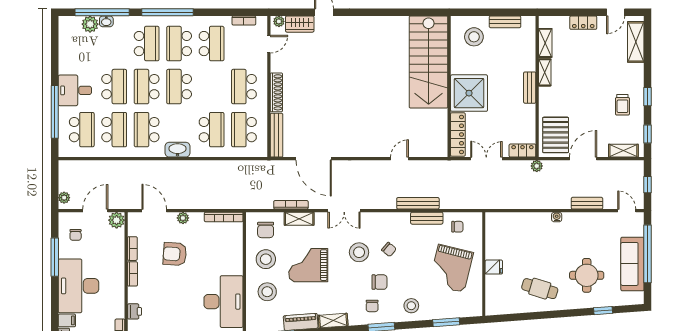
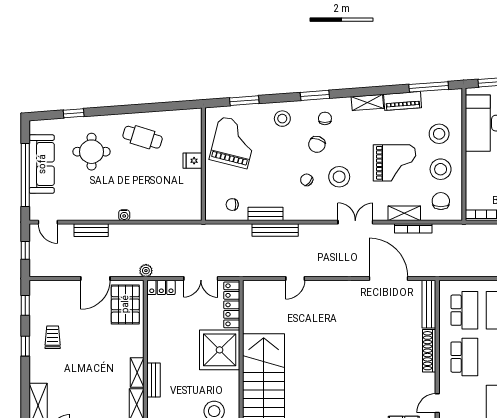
bench: (530, 88) -> (153, 380), moved
shelving: (623, 151) -> (52, 287), removed
grand piano: (451, 268) -> (233, 142), moved
chair: (380, 282) -> (317, 144), turned -71

